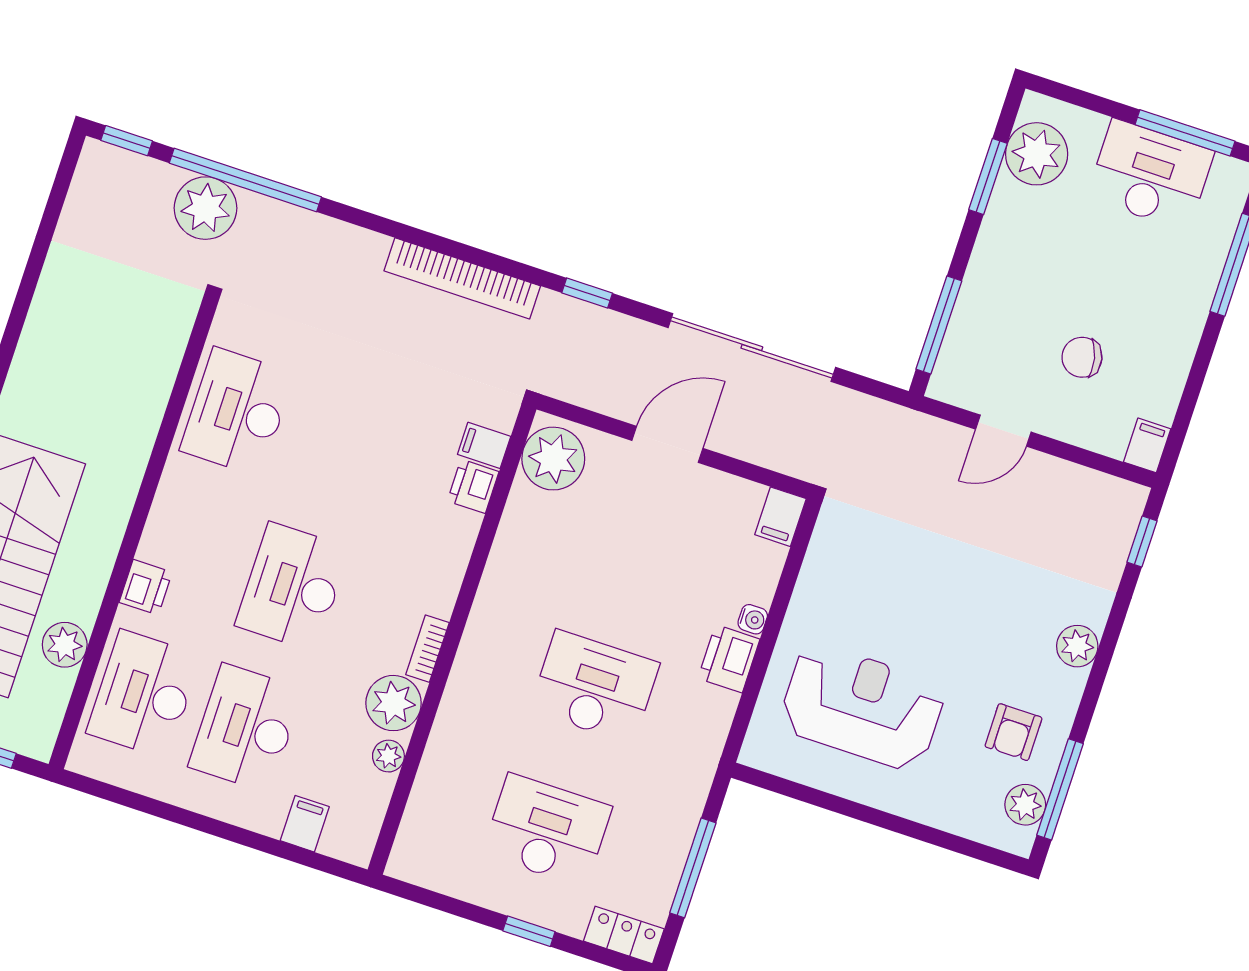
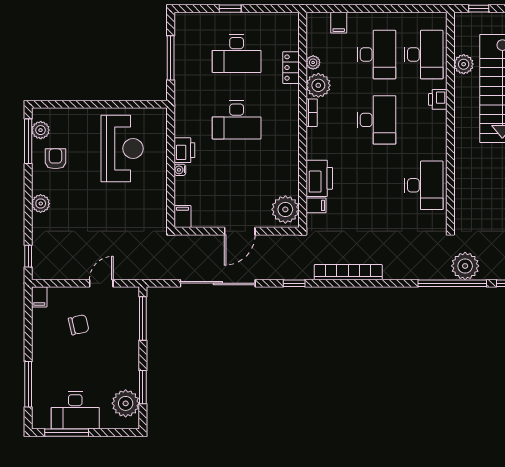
printer: (473, 486) -> (319, 178), width x1.87, depth x1.48
reception desk: (862, 707) -> (122, 148), turned -90
locker: (624, 935) -> (291, 68), moved, turned 90

